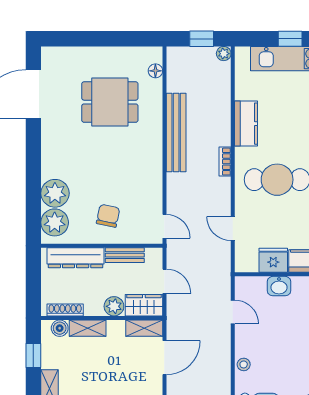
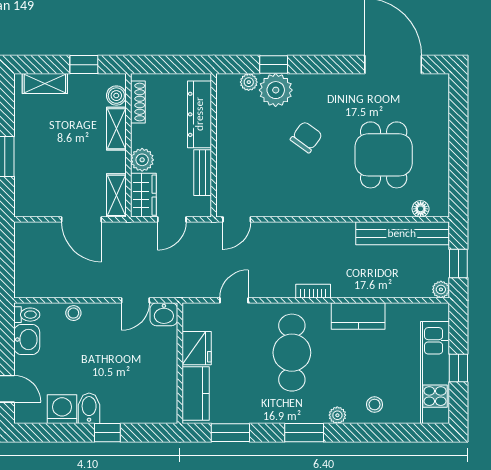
bench: (176, 132) -> (402, 233), moved
window: (33, 195) -> (274, 65), added
chair: (108, 216) -> (306, 137), moved, turned -66
plant: (55, 222) -> (249, 82), width x0.53, depth x0.53
washbasin: (279, 286) -> (164, 314), moved, turned -90

